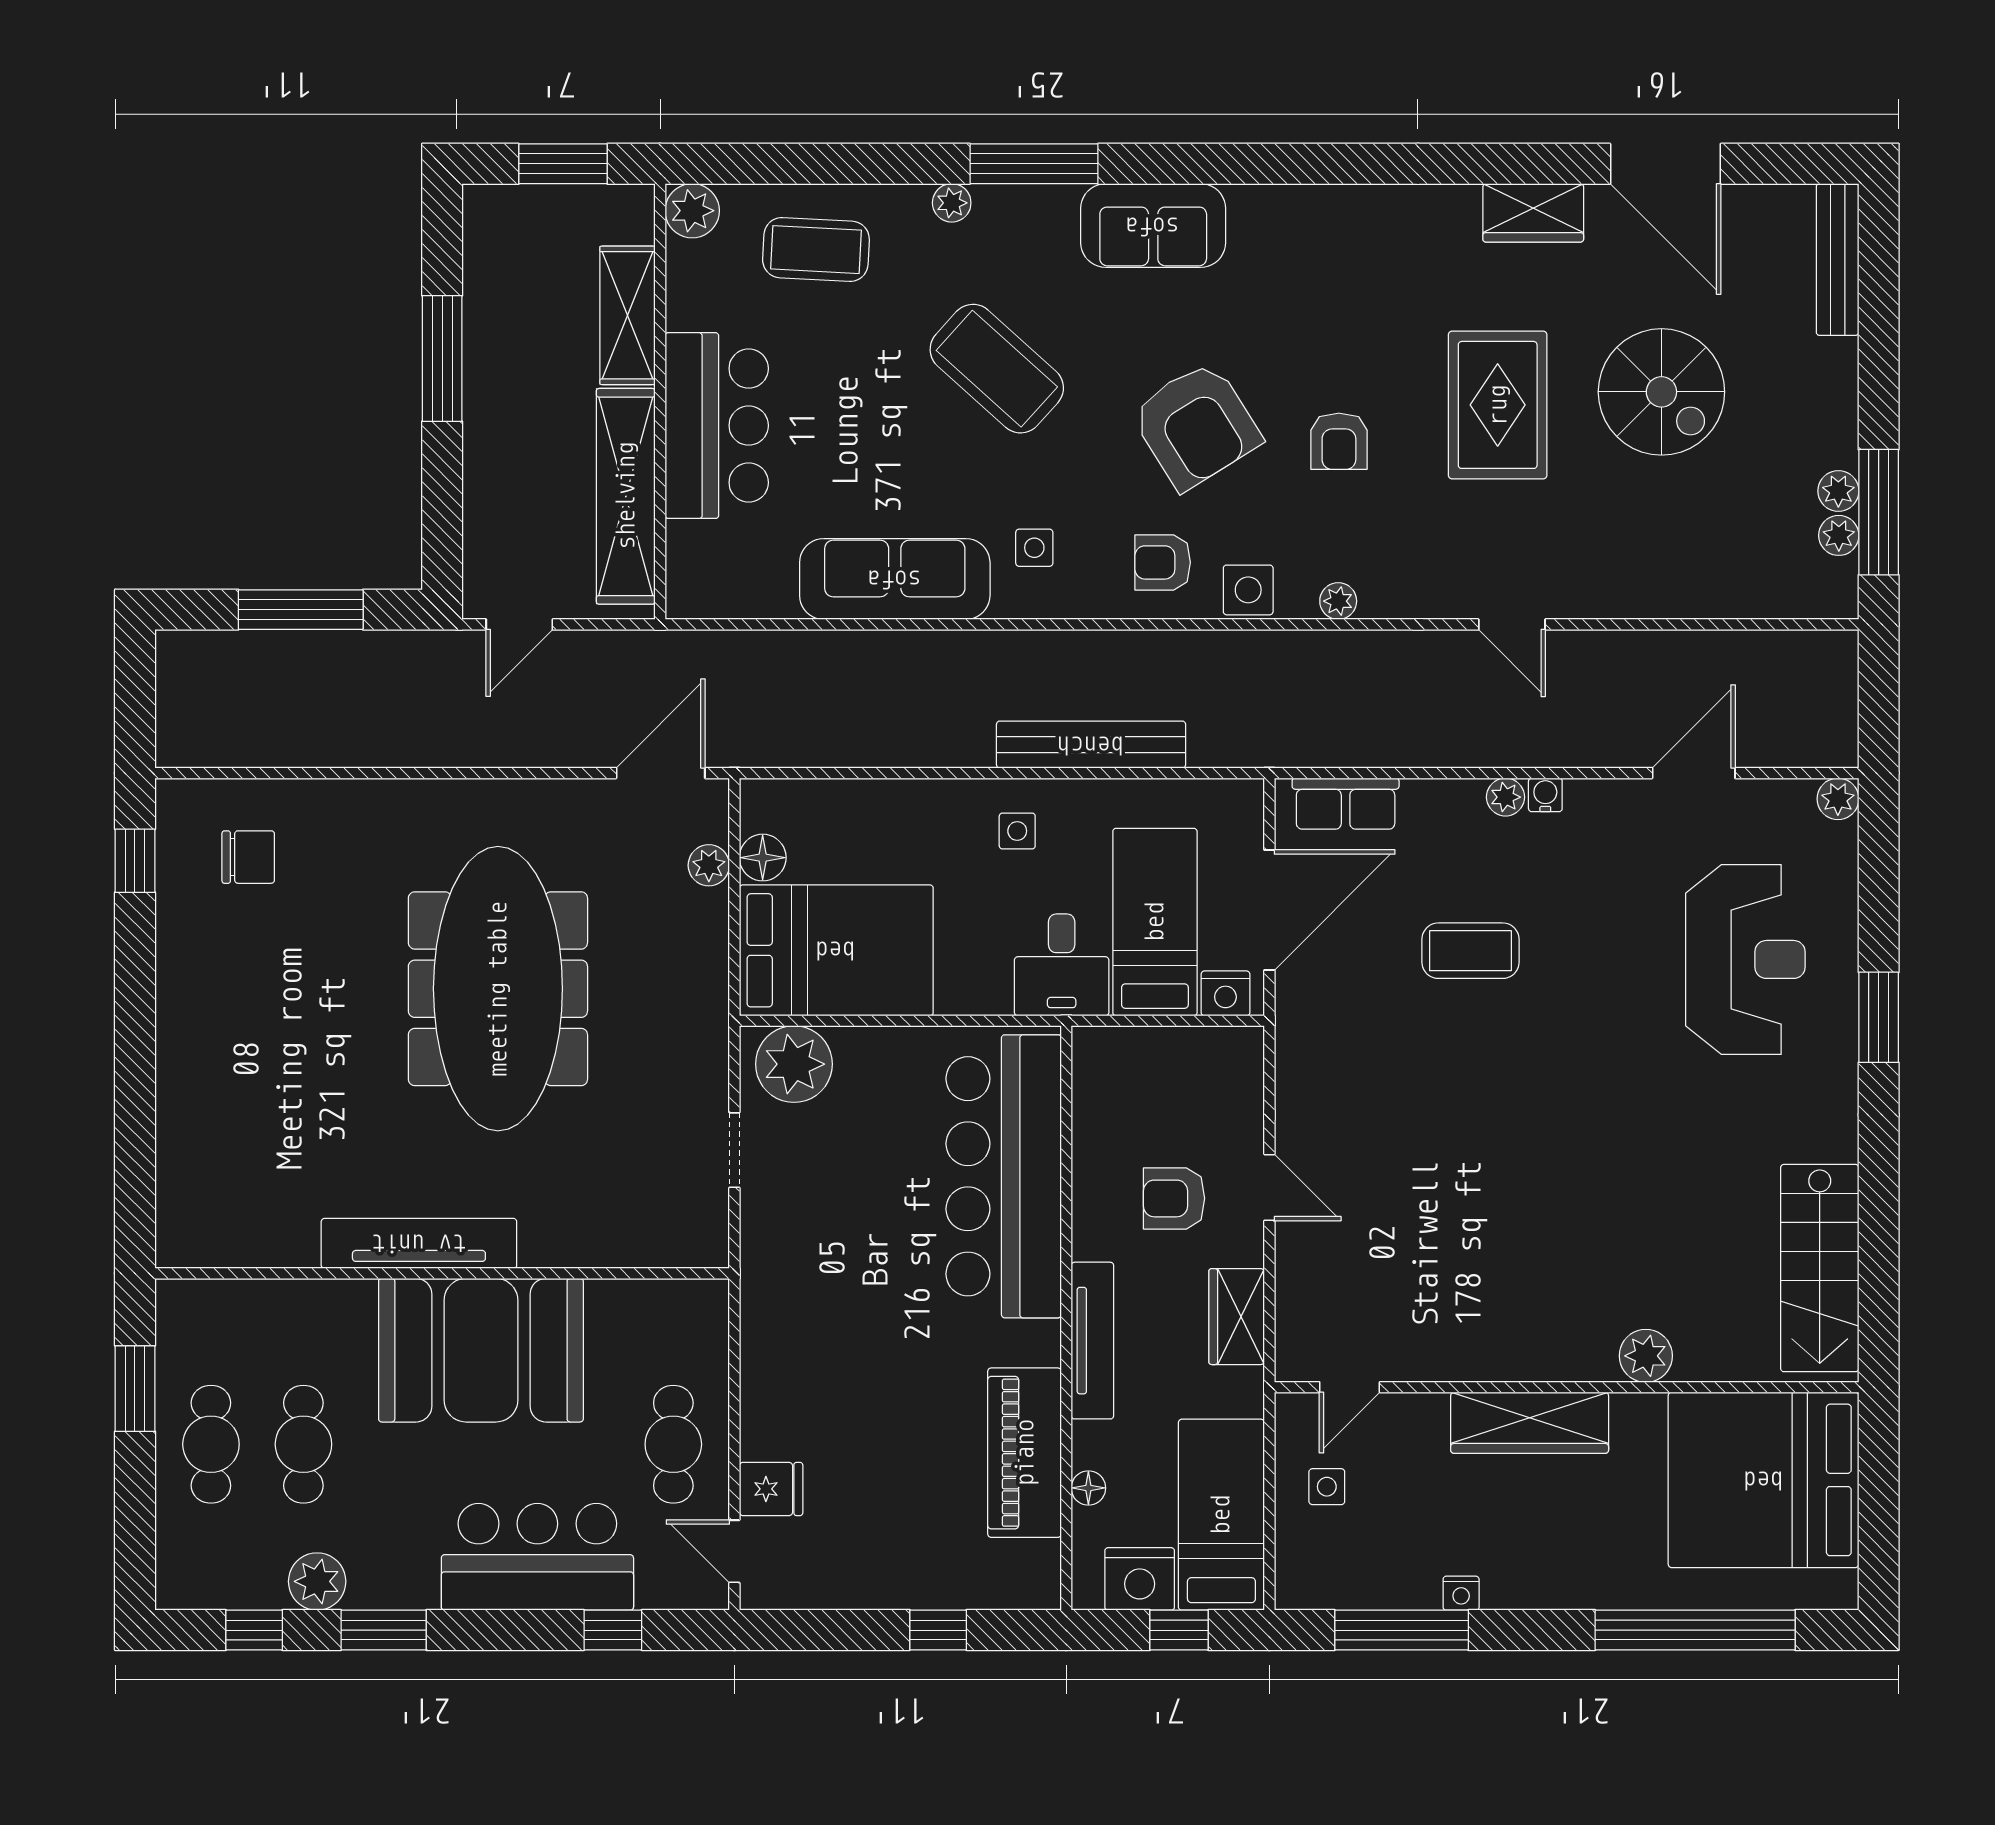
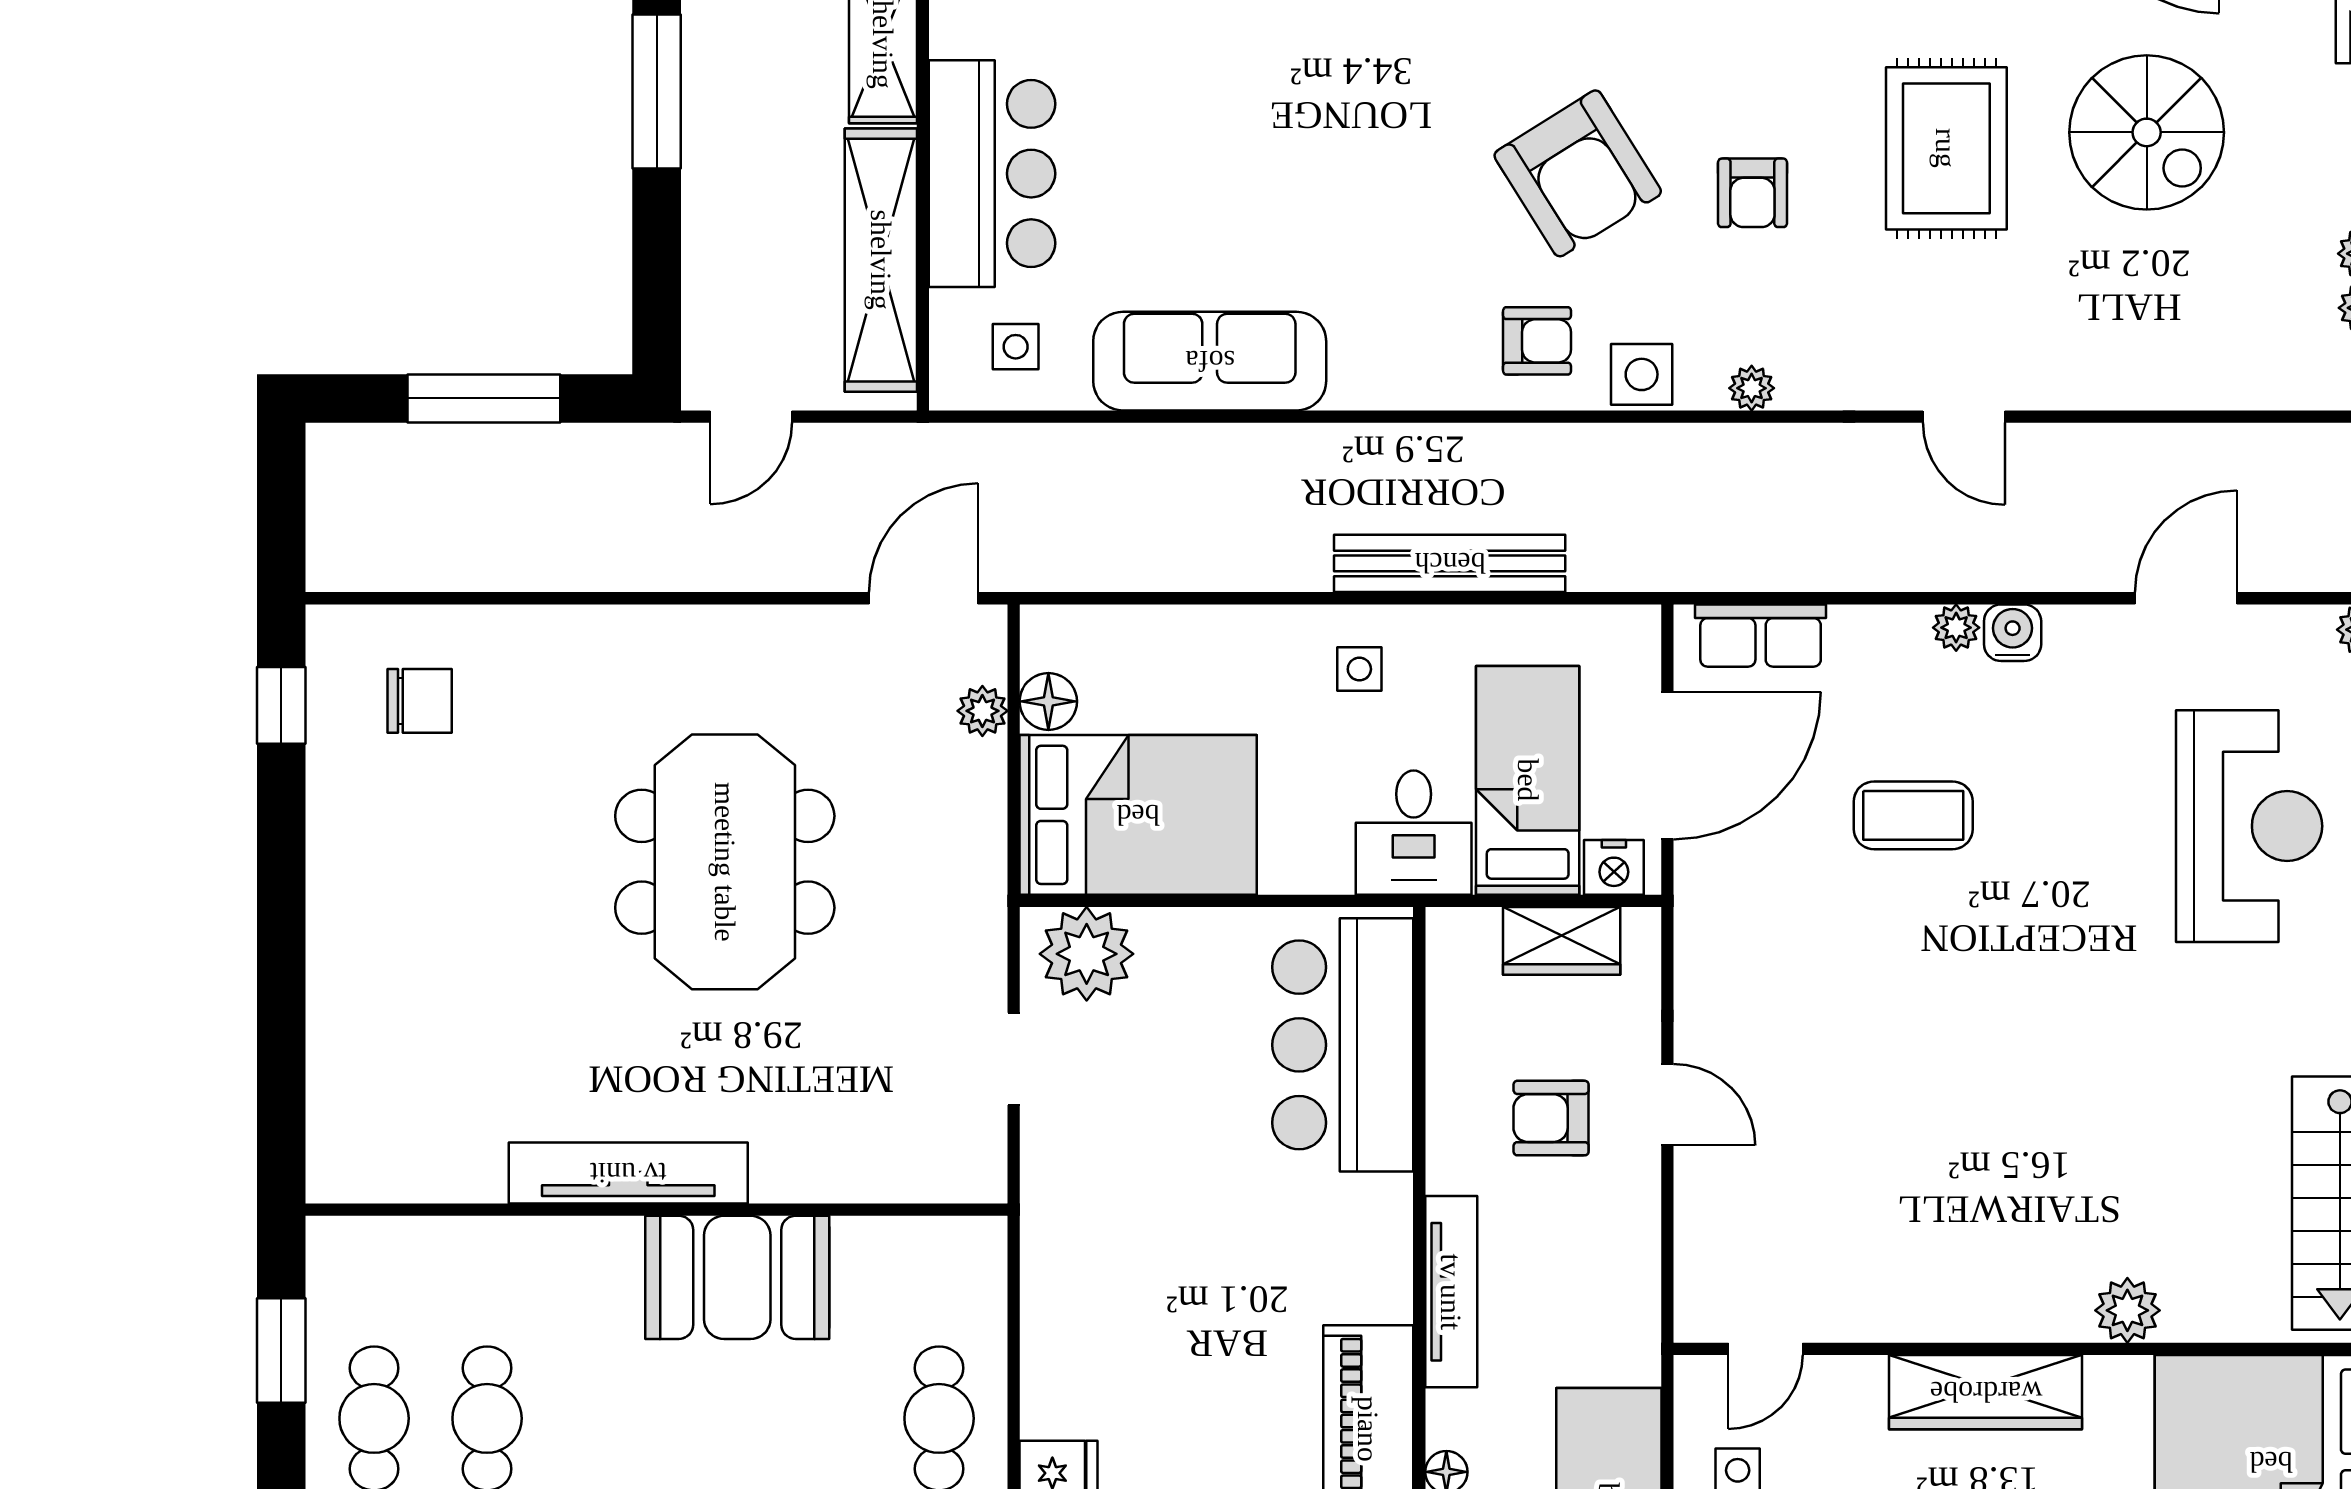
coffee table: (997, 369) -> (1334, 104), removed
side table: (1034, 548) -> (1016, 347), moved
armchair: (1163, 562) -> (1537, 341), turned 180
water cooler: (1545, 795) -> (2013, 633), width x1.38, depth x1.38
meeting table: (498, 989) -> (725, 862), width x0.73
bar counter: (1004, 1176) -> (1343, 1045), width x0.73
wardrobe: (1237, 1317) -> (1562, 941), moved, turned -90
booth: (481, 1350) -> (737, 1277), width x0.73, depth x0.70

